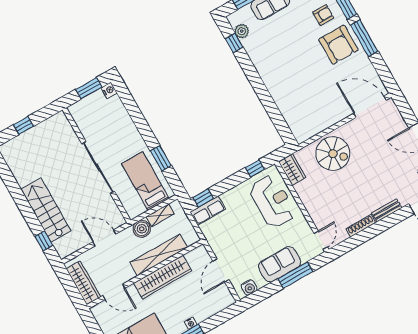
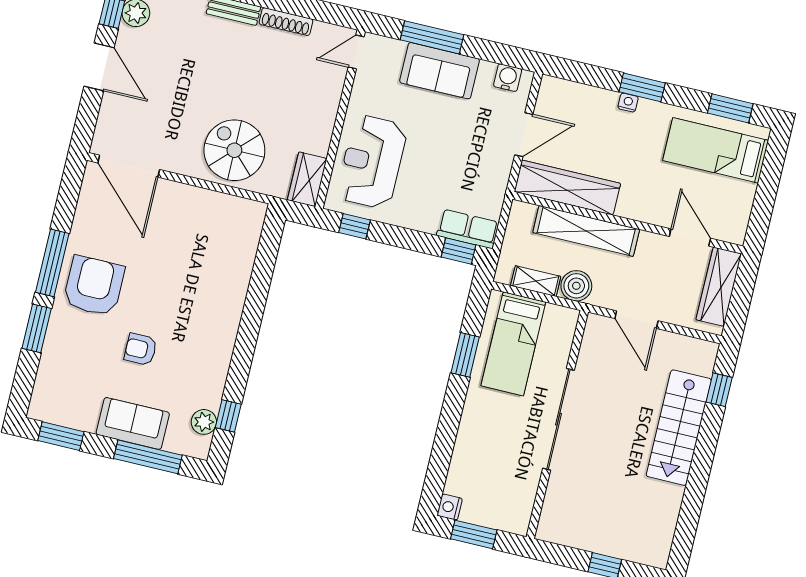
armchair: (323, 15) -> (141, 349), moved
wardrobe: (163, 277) -> (567, 188), moved

